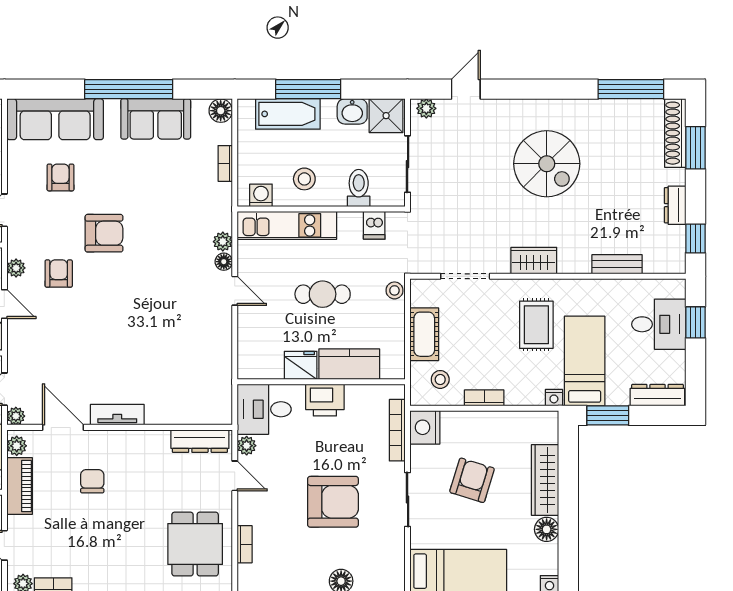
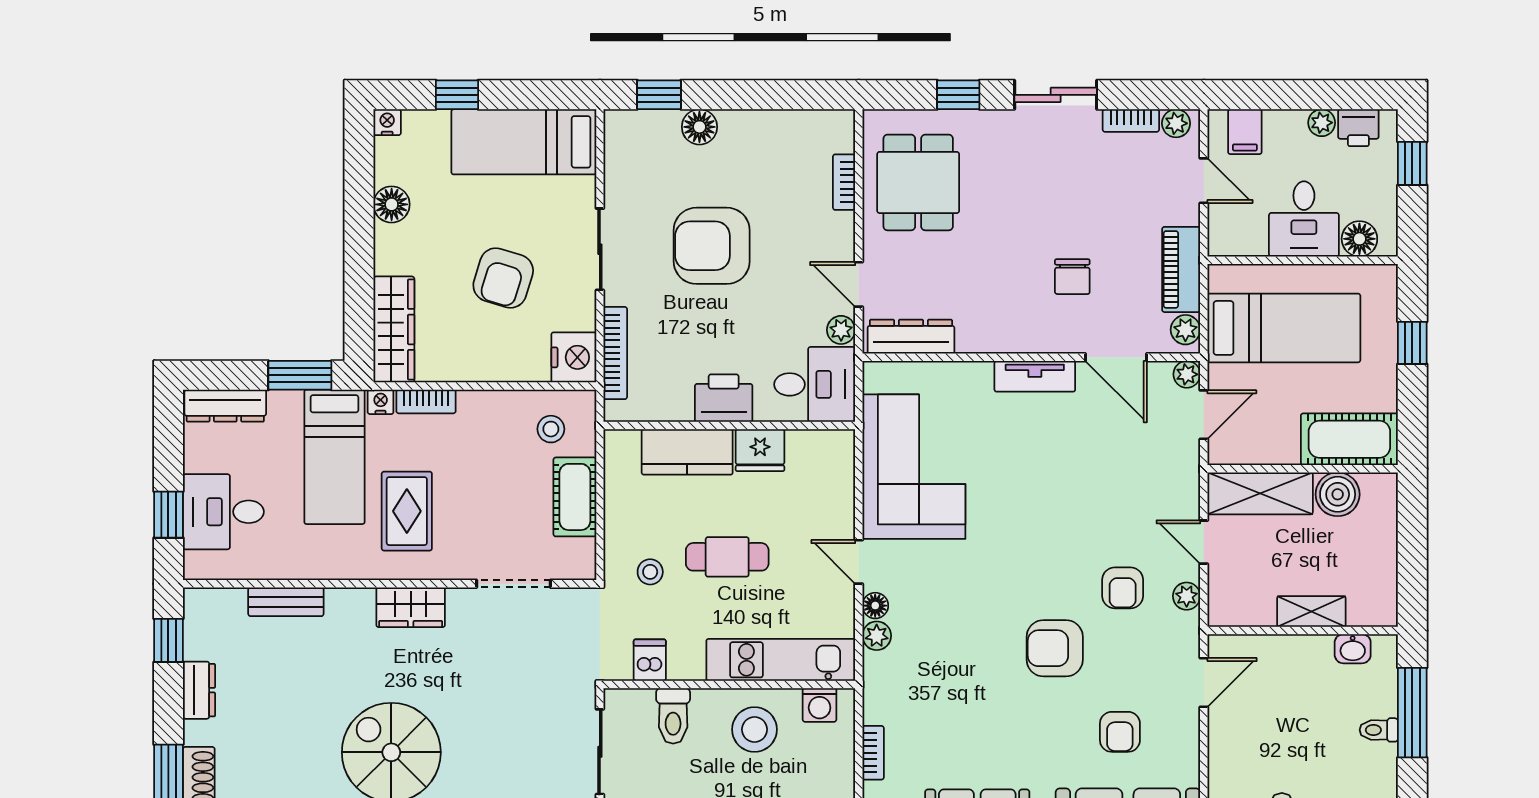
stool: (304, 179) -> (754, 729), width x1.38, depth x1.38
stool: (394, 290) -> (650, 572), moved
corner sofa: (198, 354) -> (914, 467), added
bookcase: (484, 398) -> (426, 401), moved
wardrobe: (545, 480) -> (394, 329), moved

